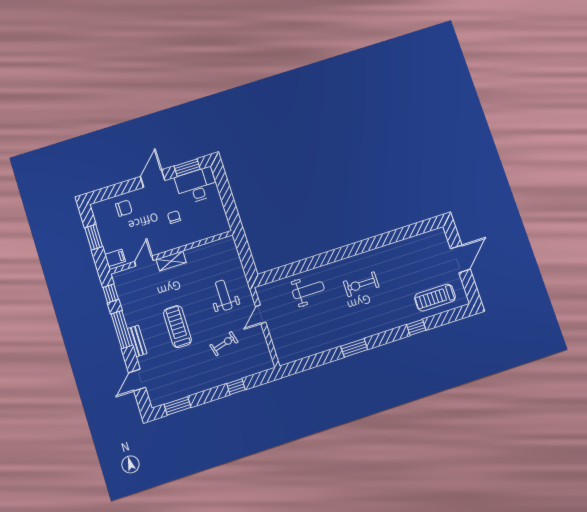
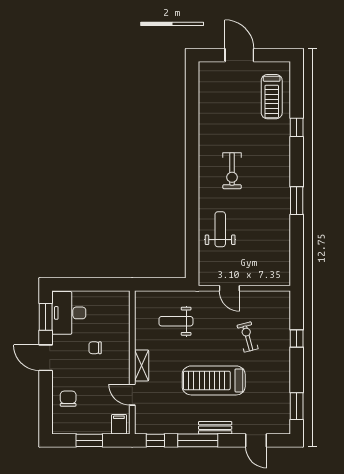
weight bench: (224, 295) -> (176, 321), moved
treadmill: (177, 327) -> (214, 380), width x1.37, depth x1.38

